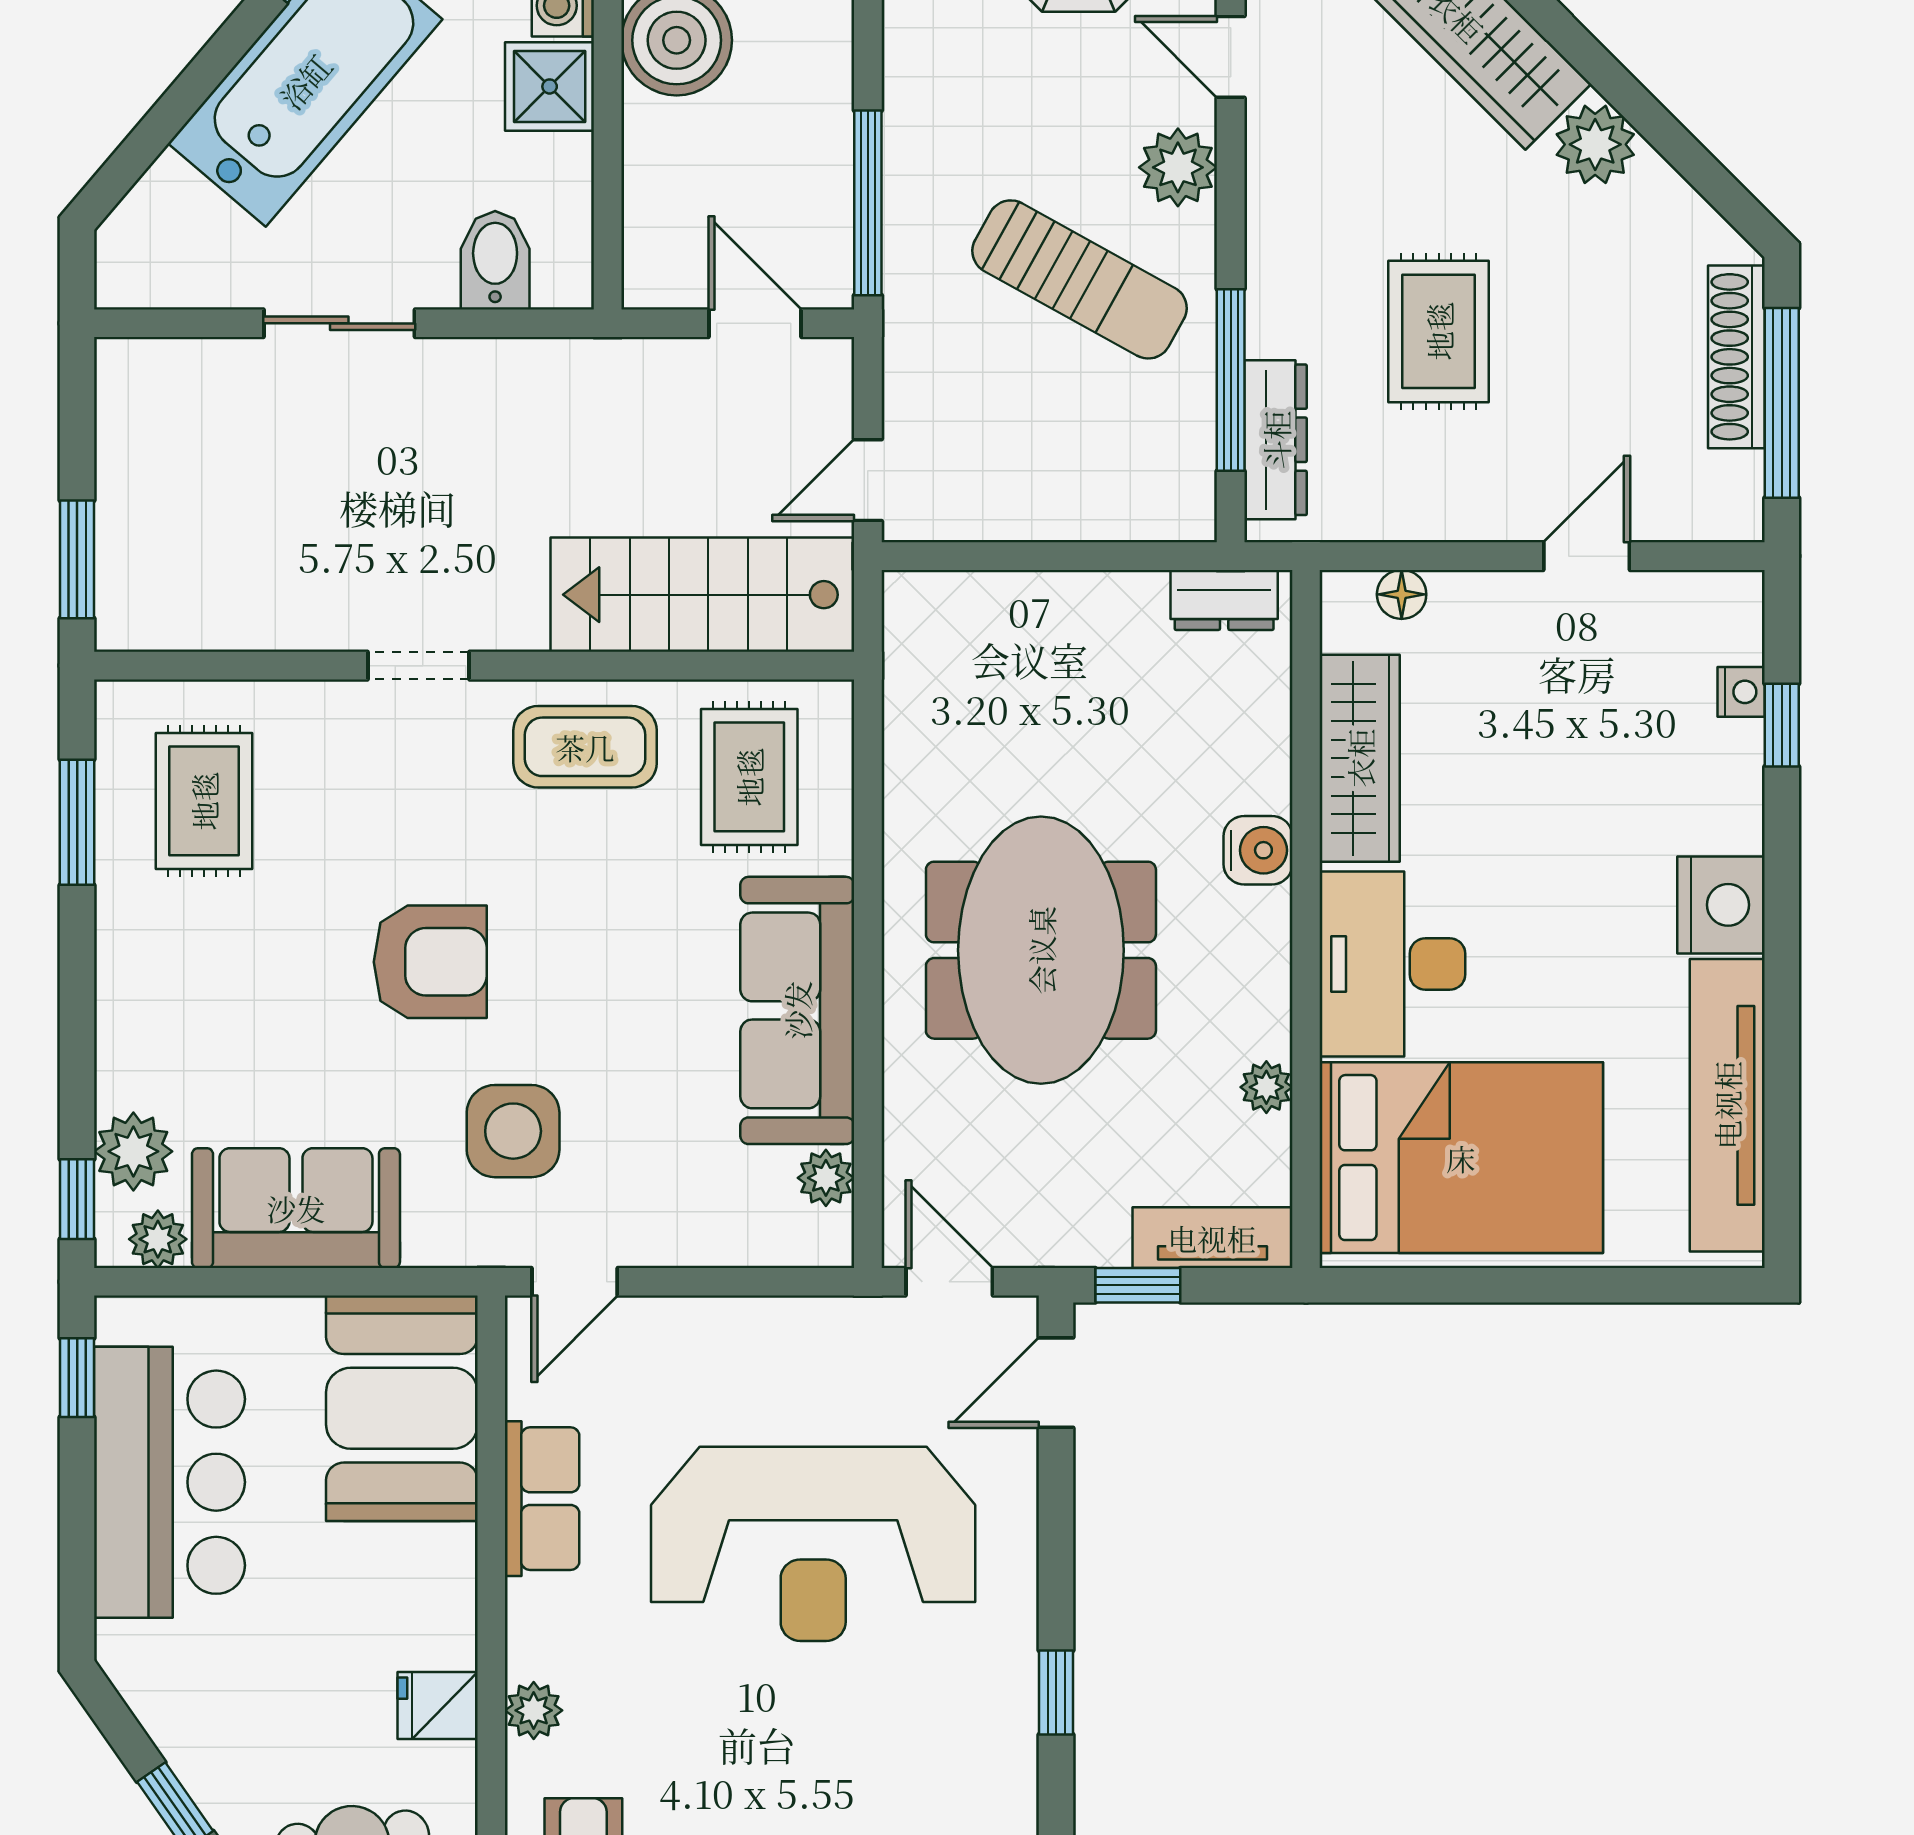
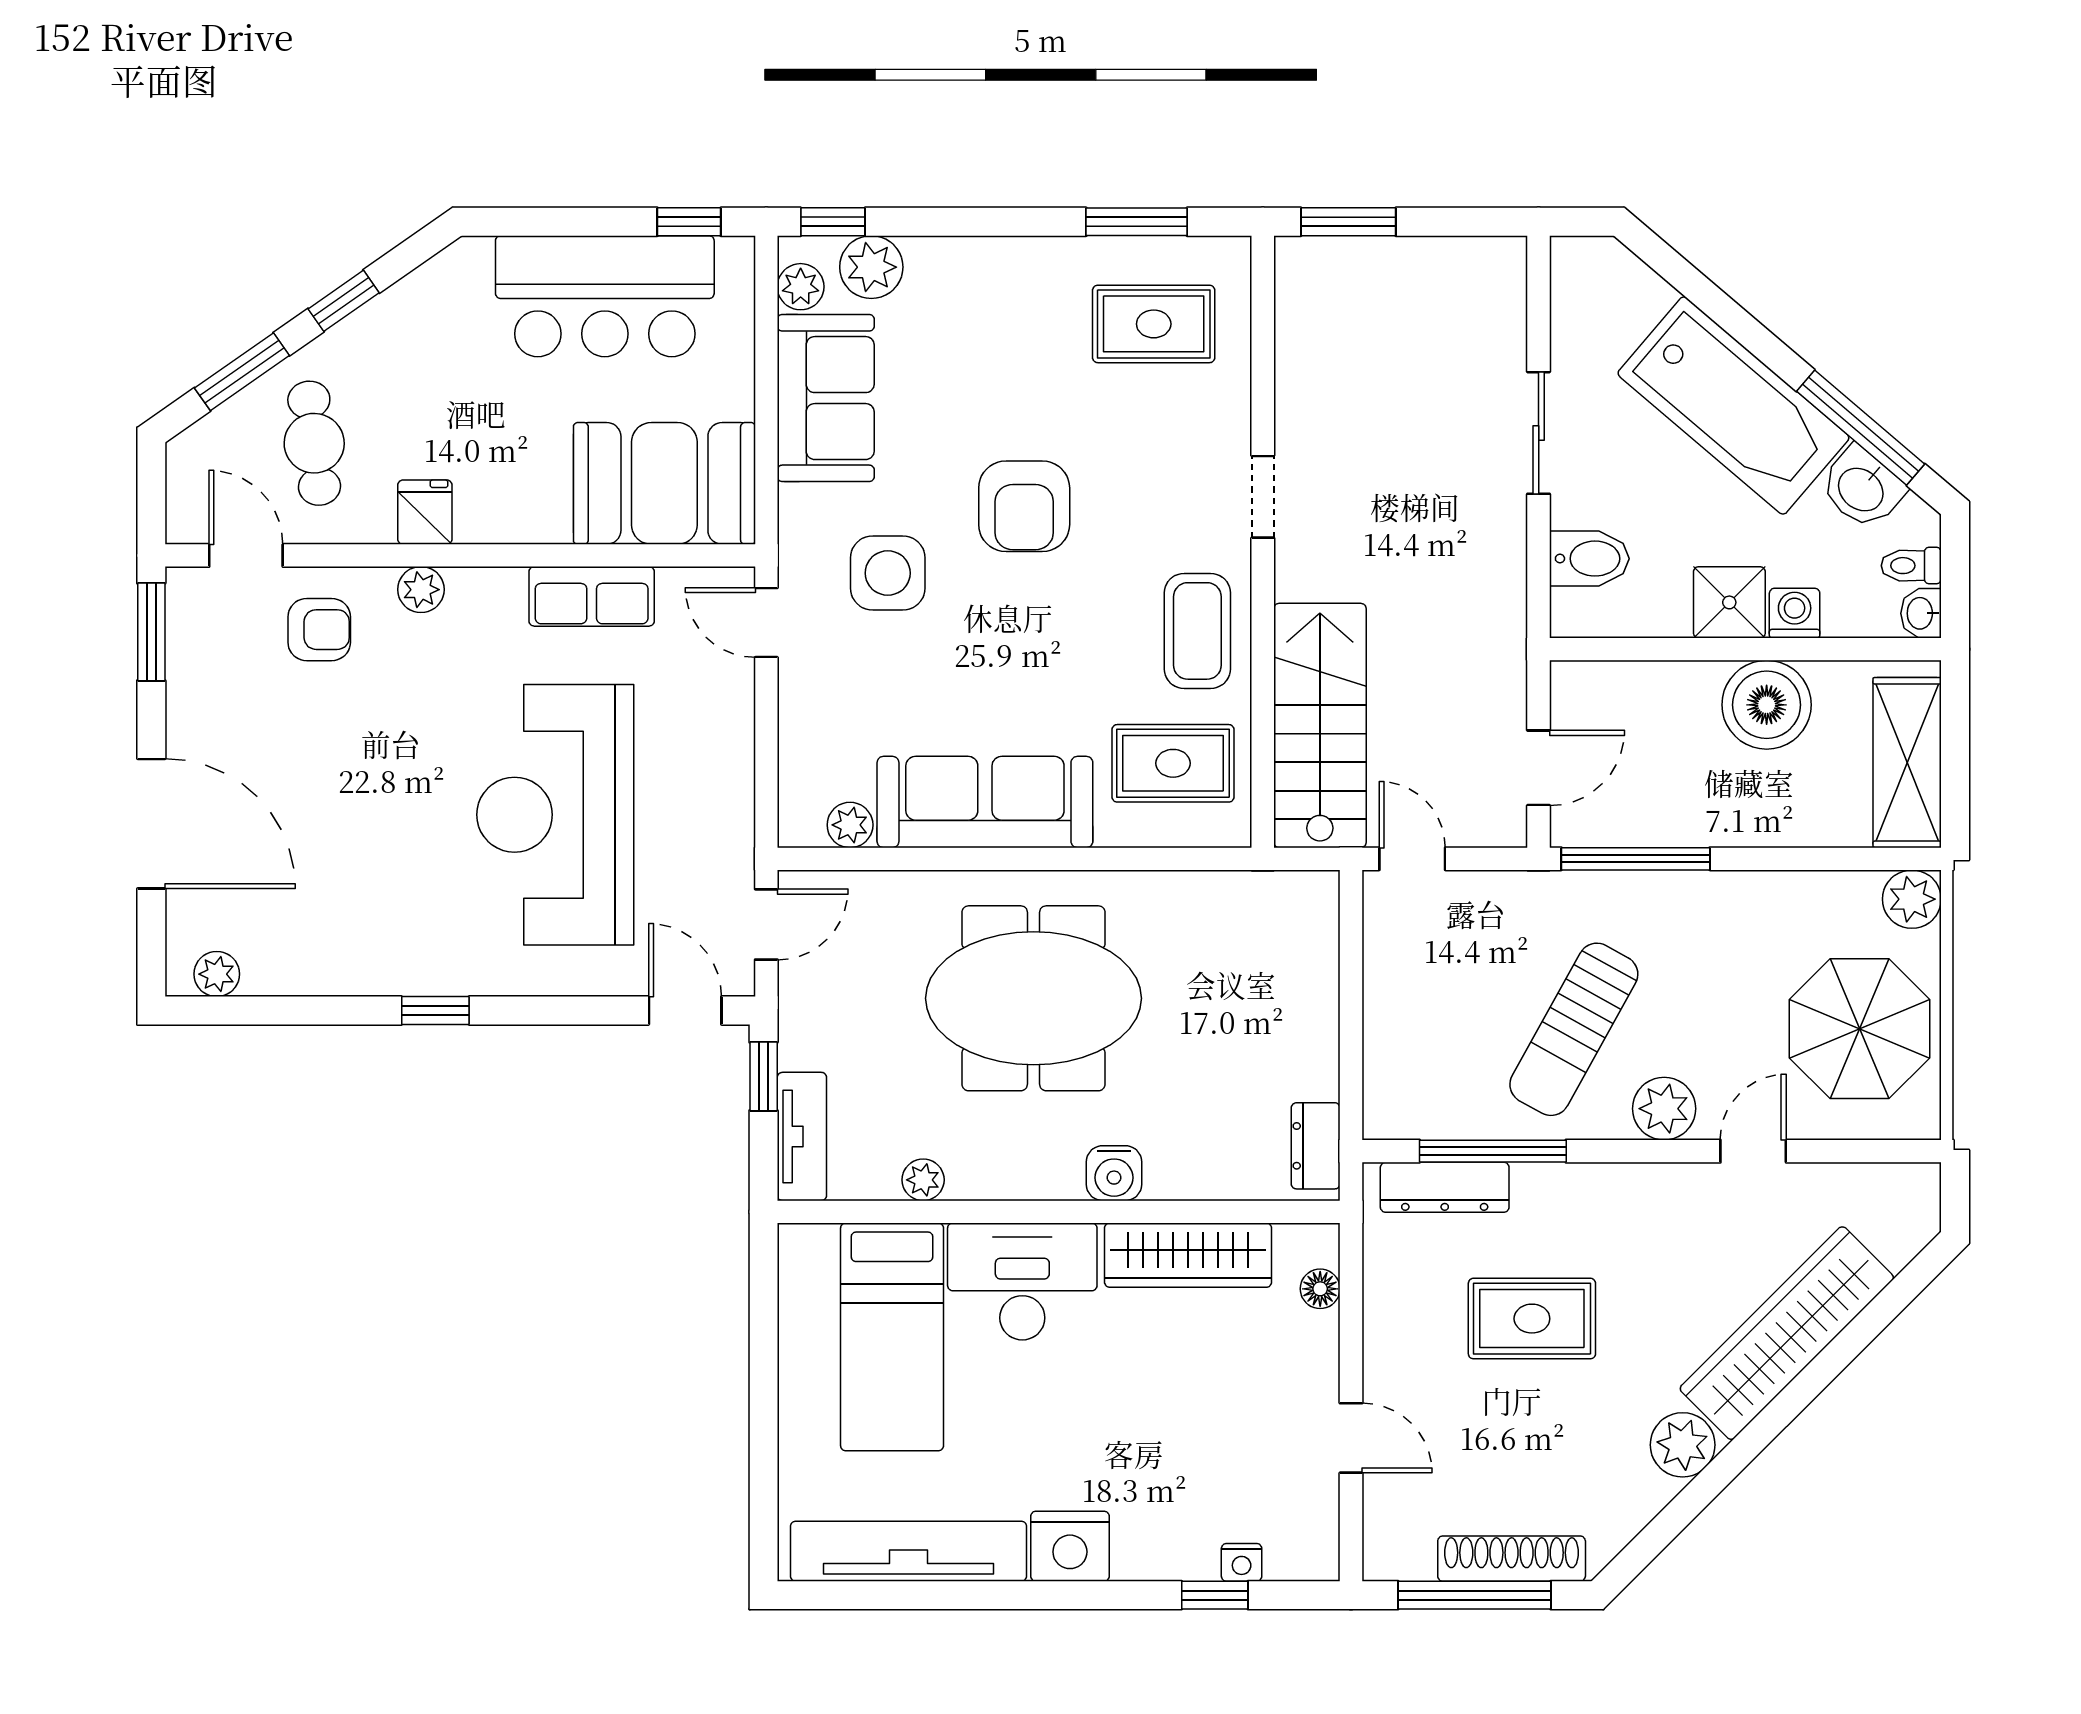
bed: (1461, 1158) -> (892, 1337), width x0.67

